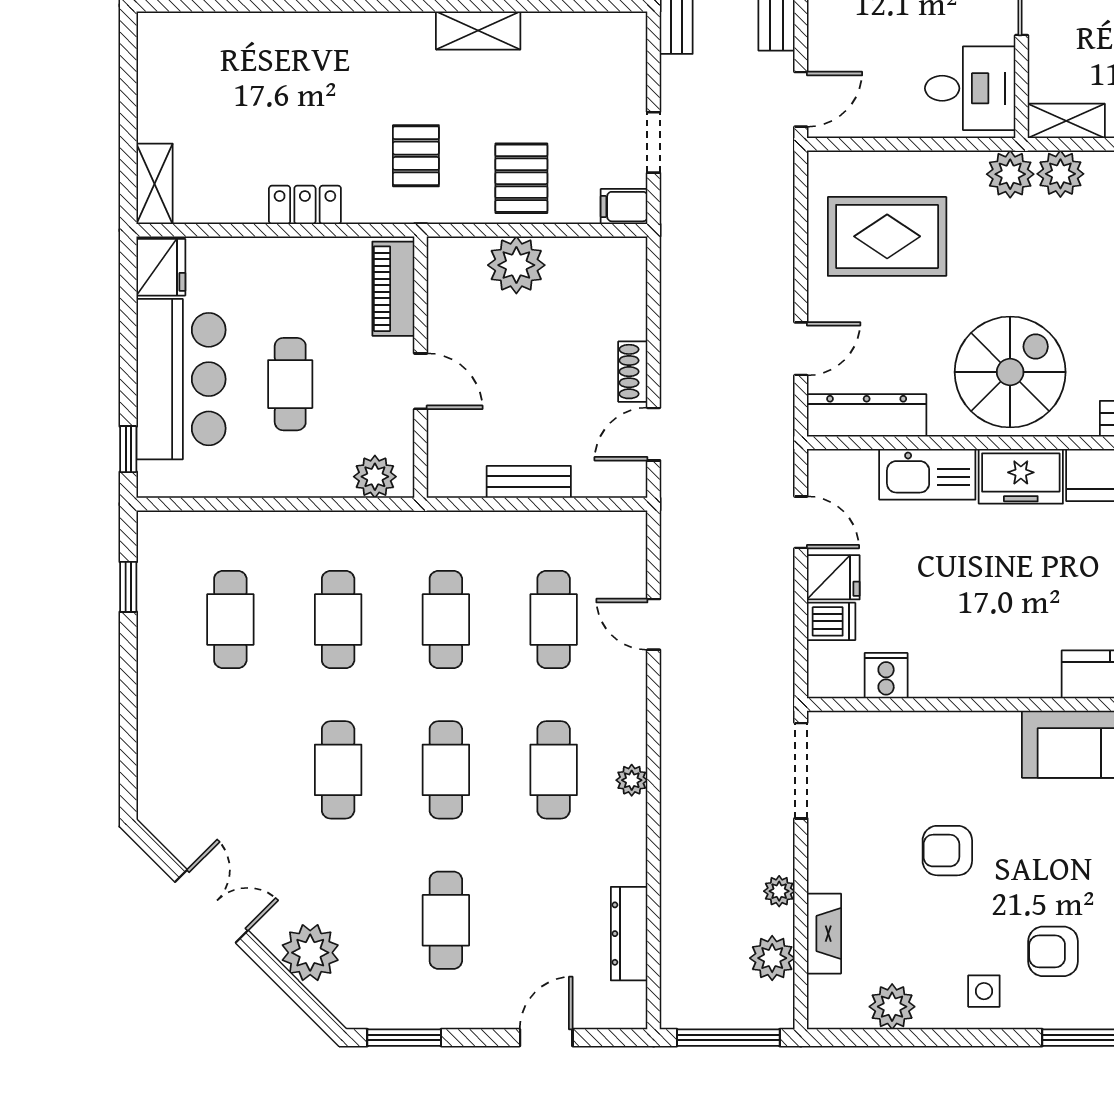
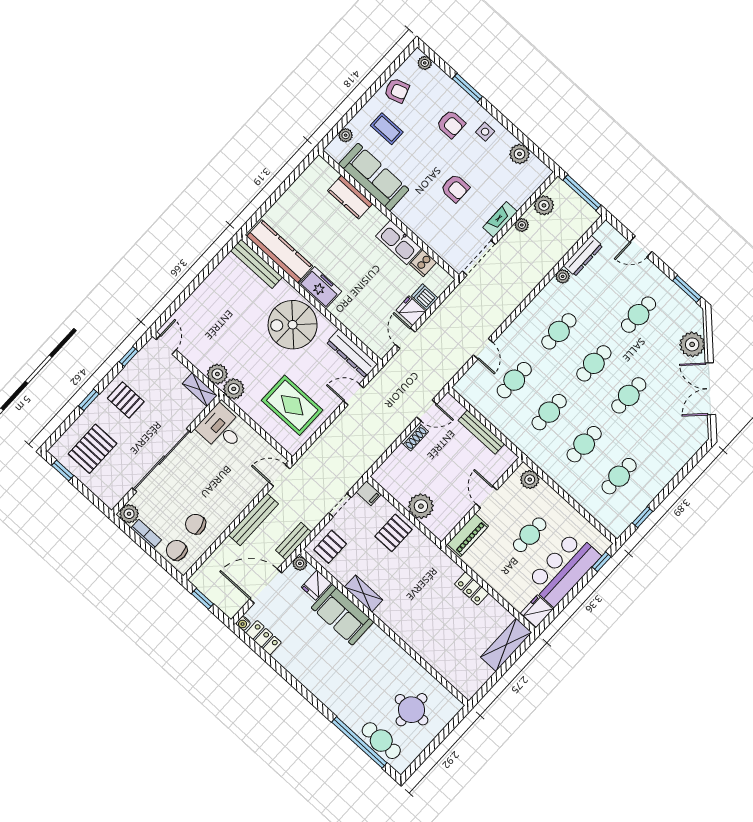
pallet: (416, 156) -> (330, 547), moved
shelving: (155, 184) -> (506, 645), width x1.50, depth x1.33
kitchen sink: (927, 474) -> (399, 242), moved, turned 180
bench: (529, 482) -> (481, 432), width x1.36
plant: (632, 780) -> (563, 276), moved
double door: (211, 906) -> (710, 389), width x1.37
fireplace: (824, 934) -> (500, 219), moved

